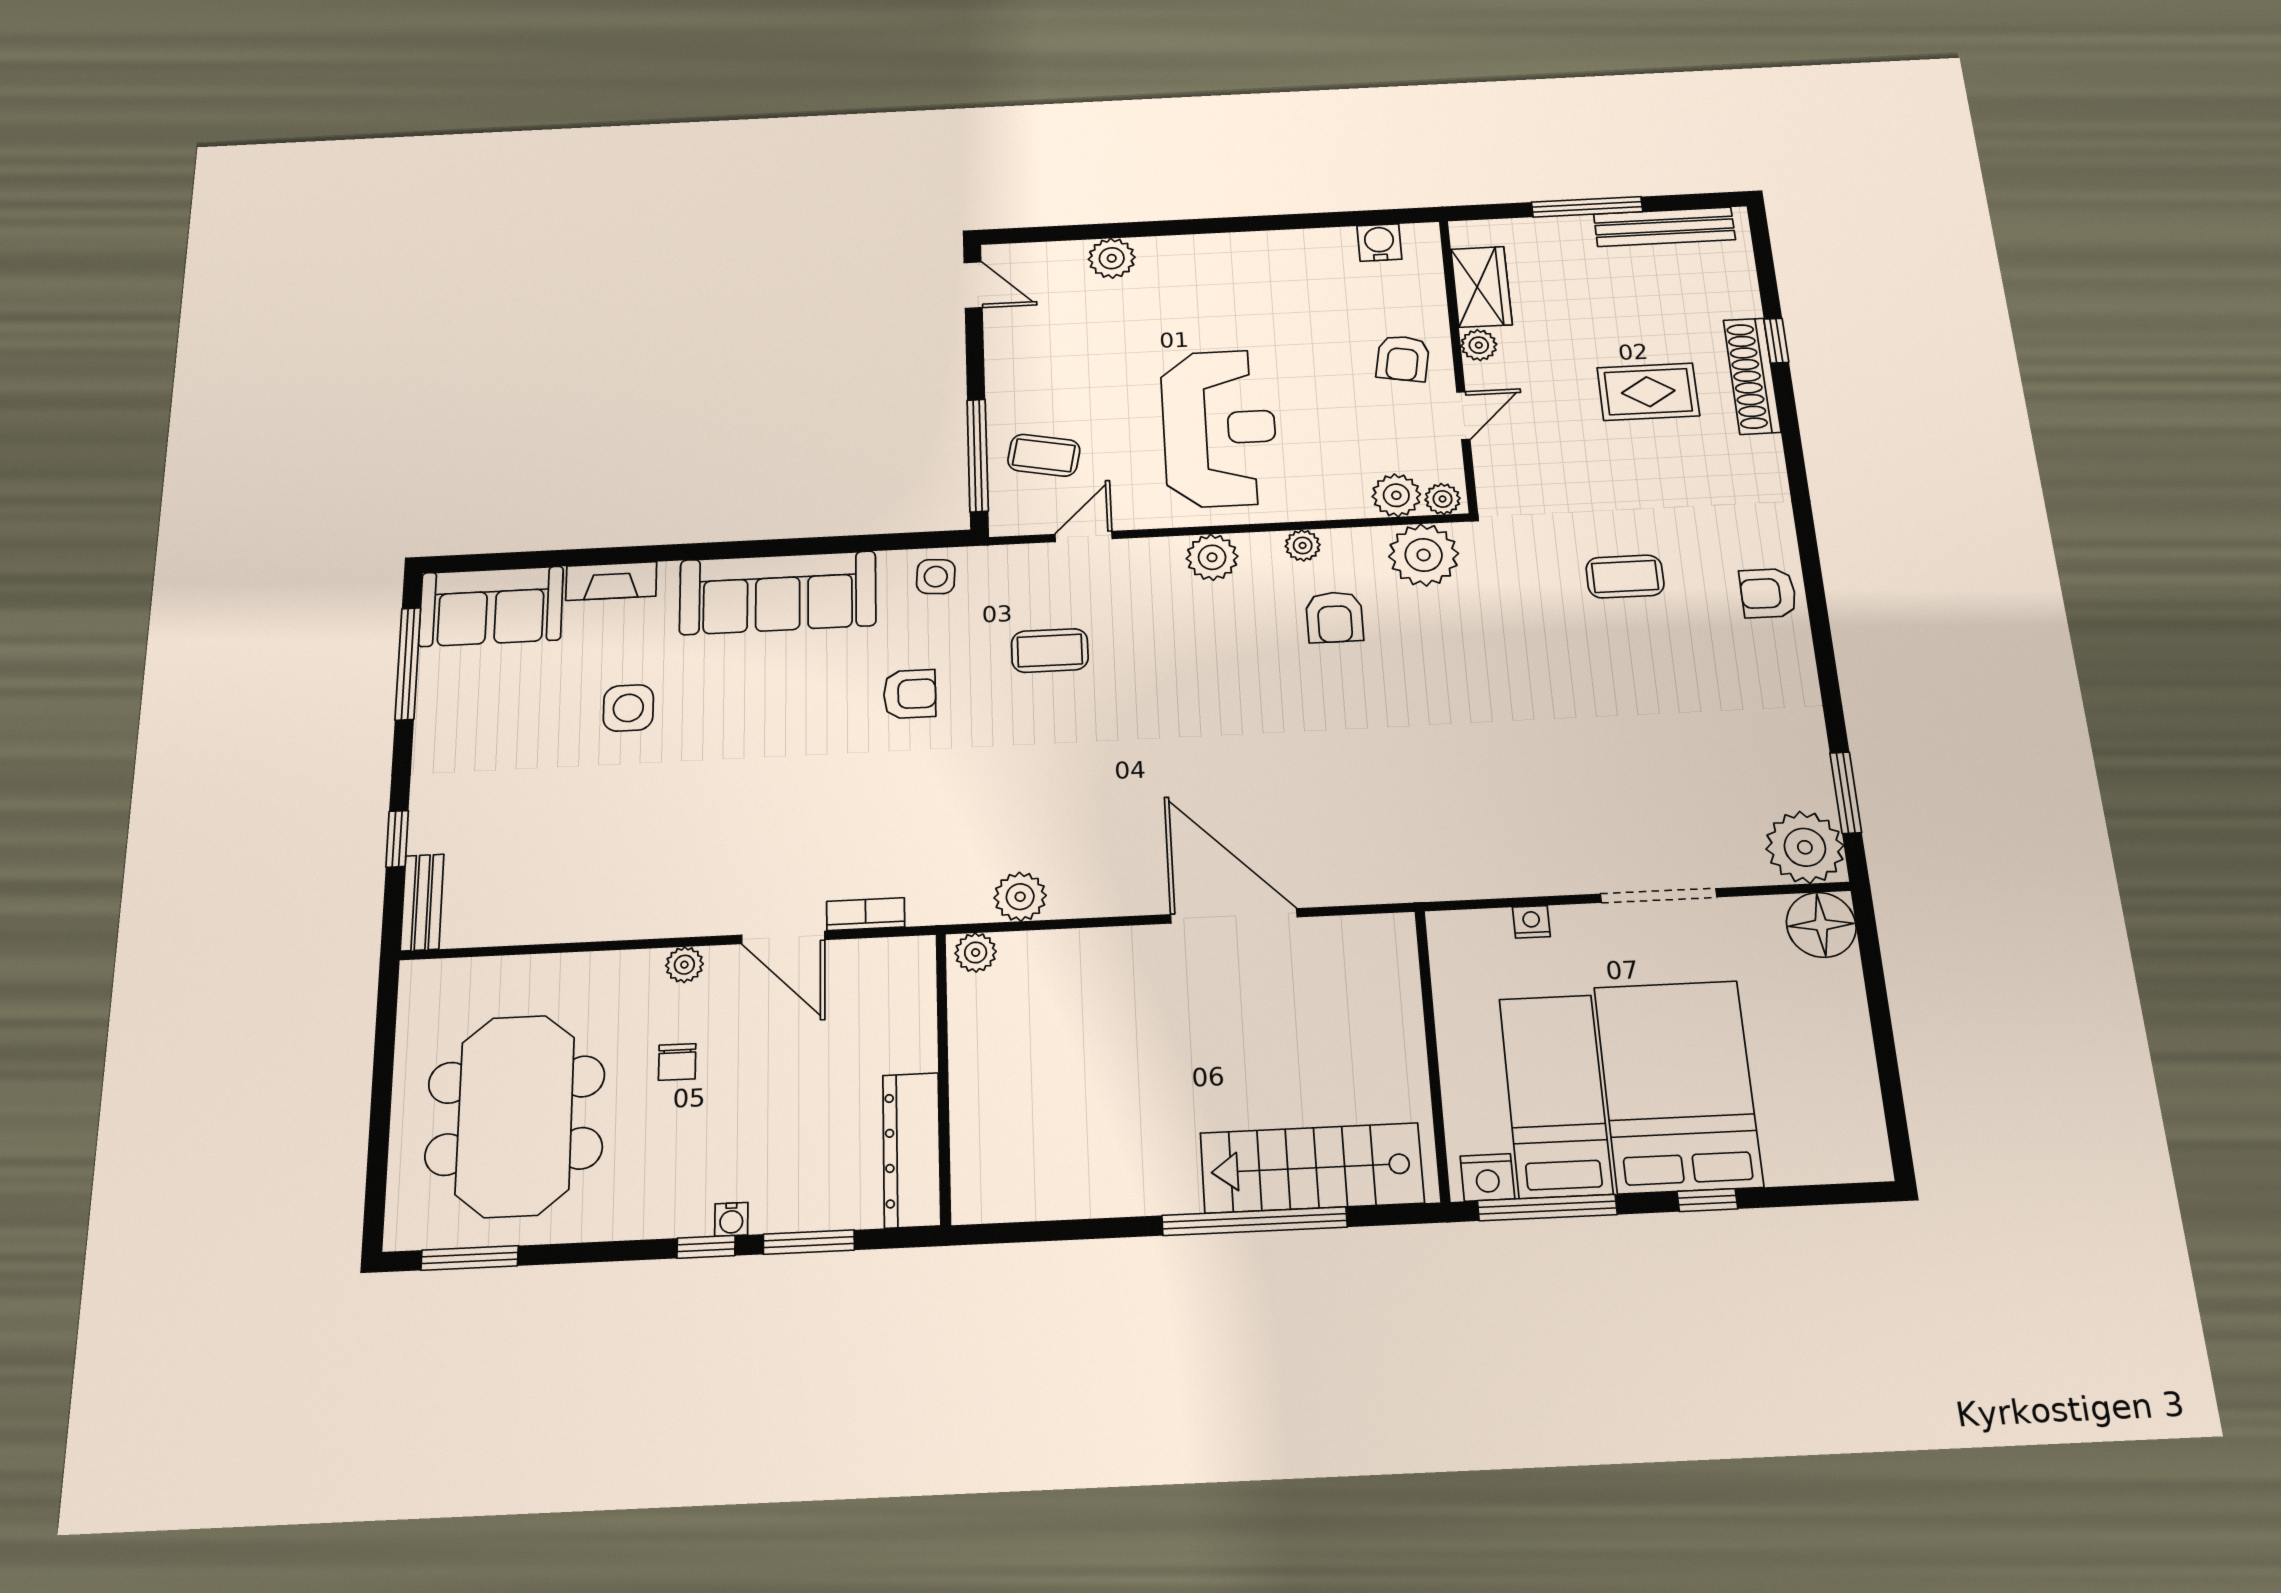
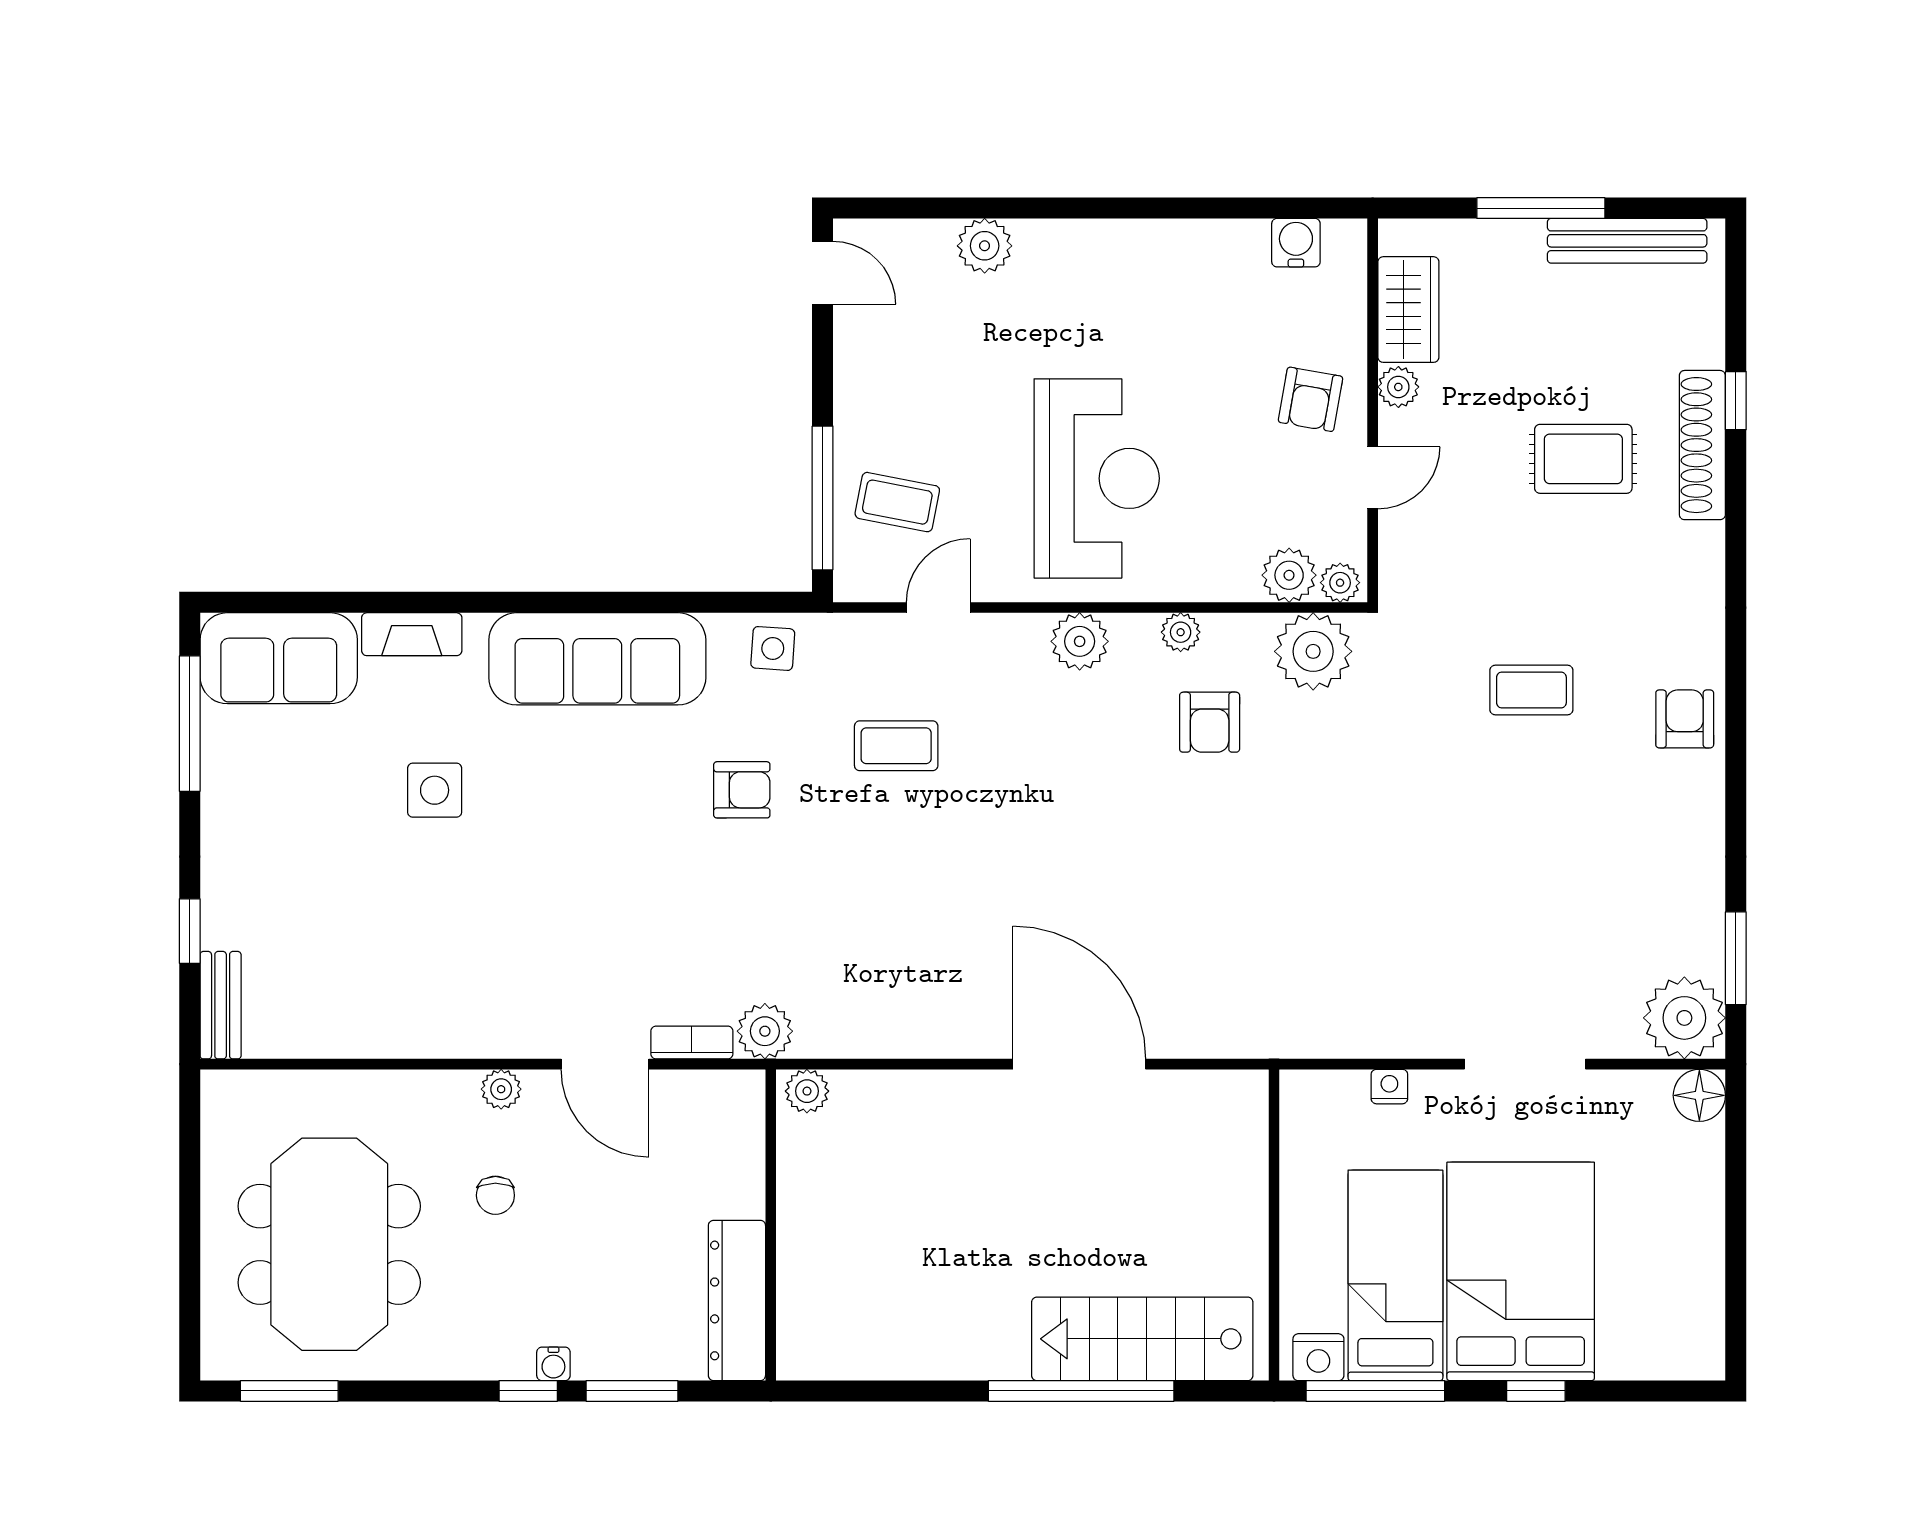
armchair: (1768, 593) -> (1685, 719), turned 90
plant: (1020, 897) -> (765, 1031), moved
floor lamp: (1821, 925) -> (1699, 1095), width x0.73, depth x0.73

